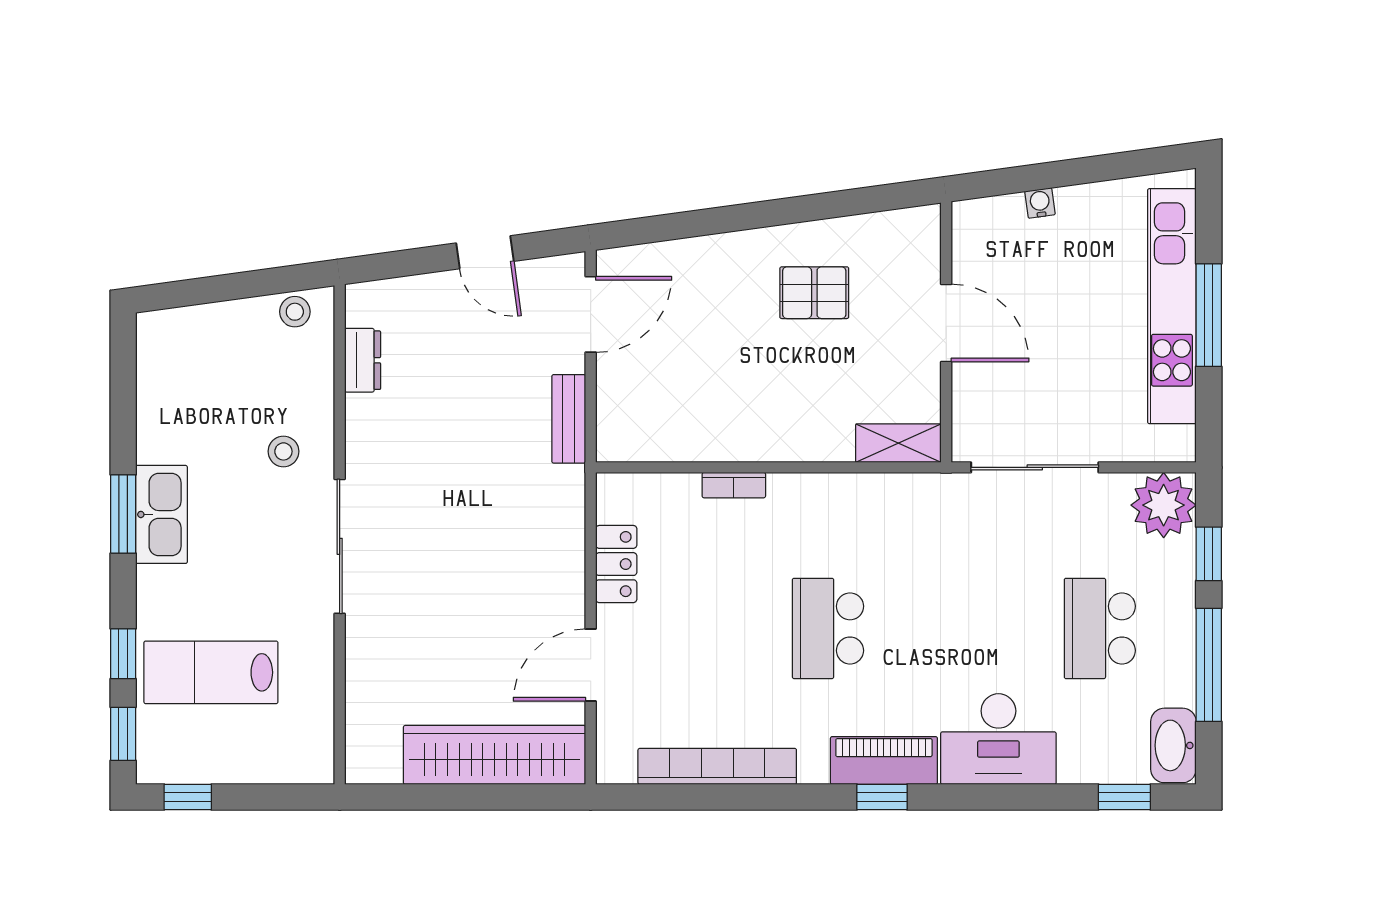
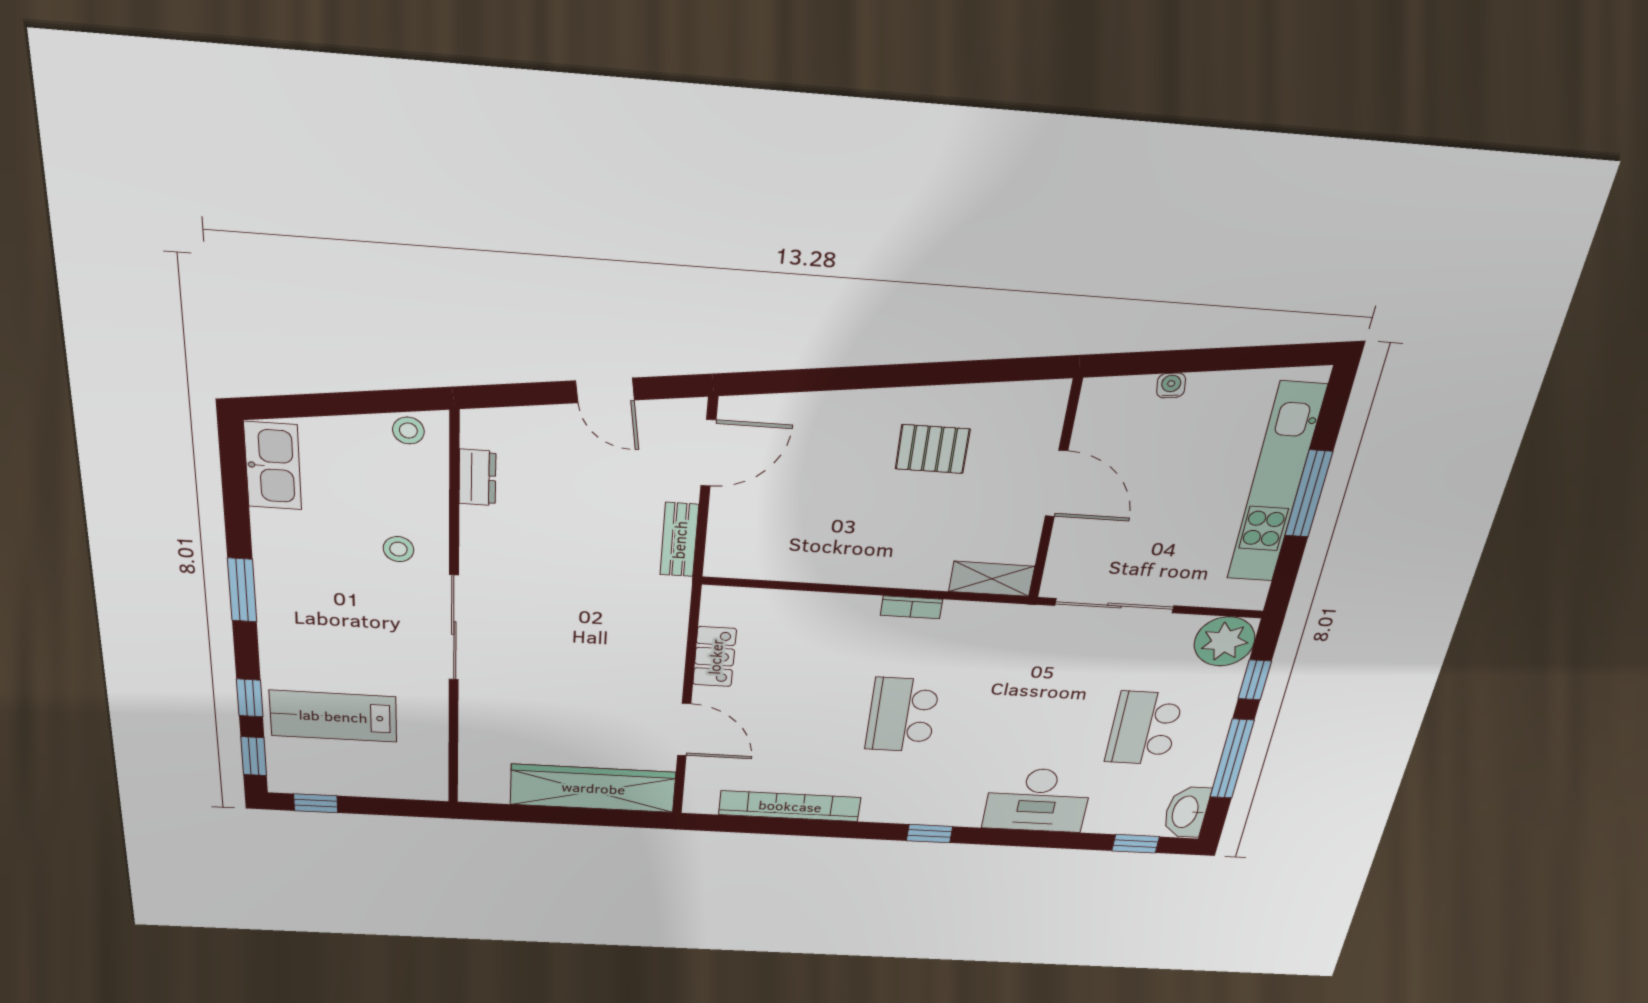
bookcase: (734, 485) -> (911, 607), moved
kitchen sink: (161, 514) -> (273, 466), moved
door: (591, 665) -> (684, 730), swing flipped
piano: (884, 761) -> (936, 809), removed

